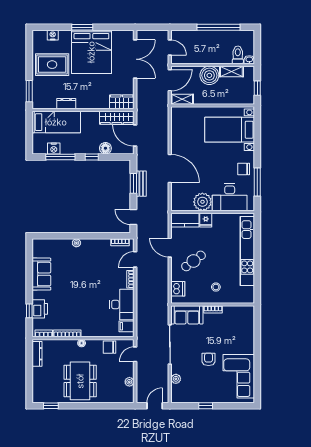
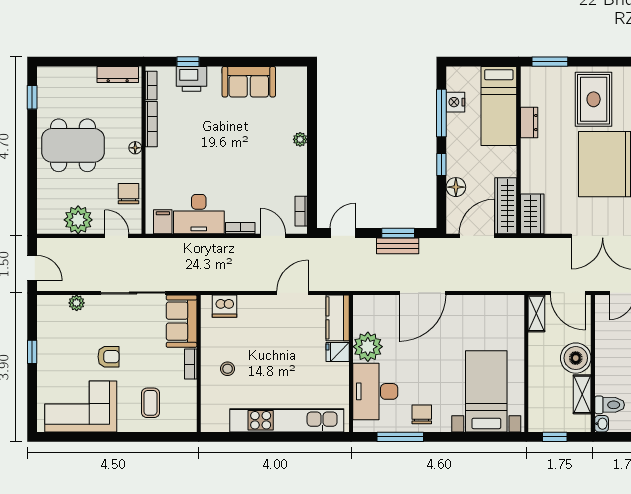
cafe table: (193, 261) -> (270, 332), removed
coffee table: (237, 334) -> (150, 403), added
plant: (129, 382) -> (78, 220), width x1.87, depth x1.87

